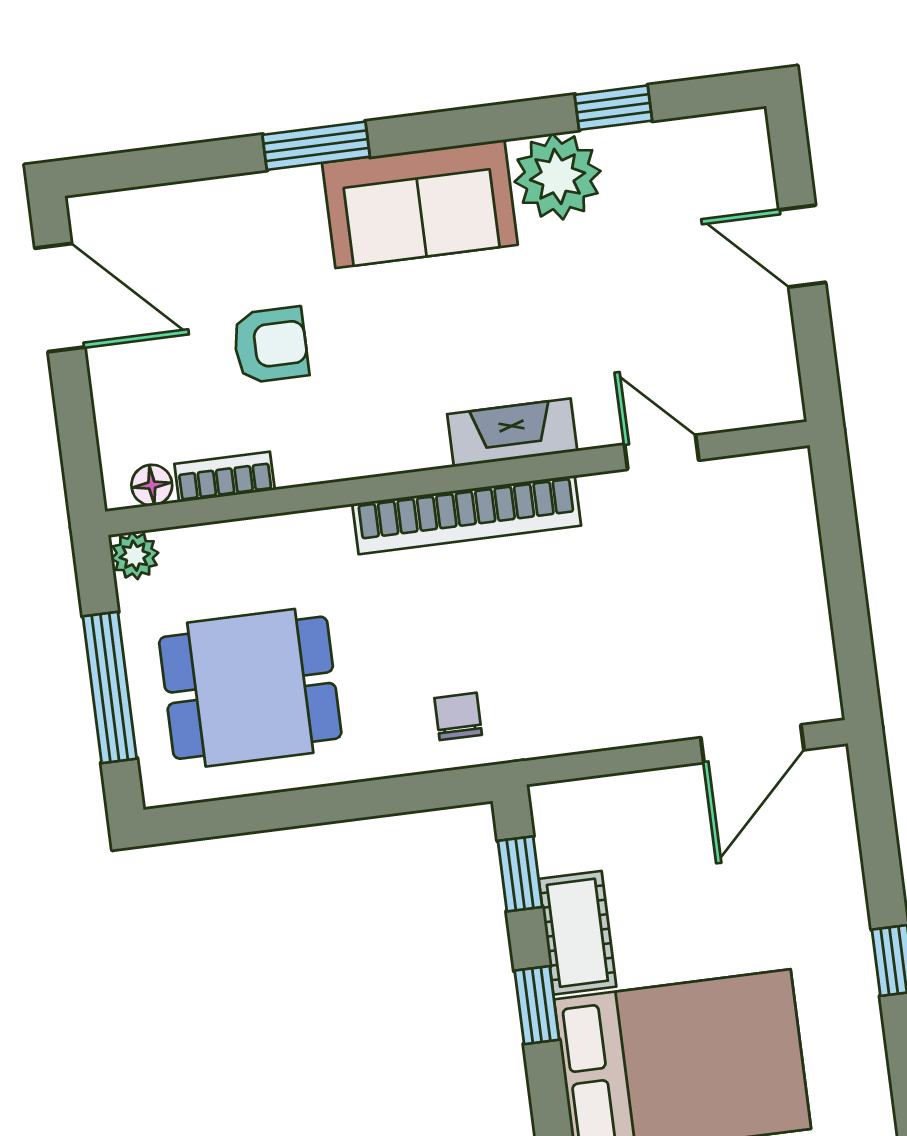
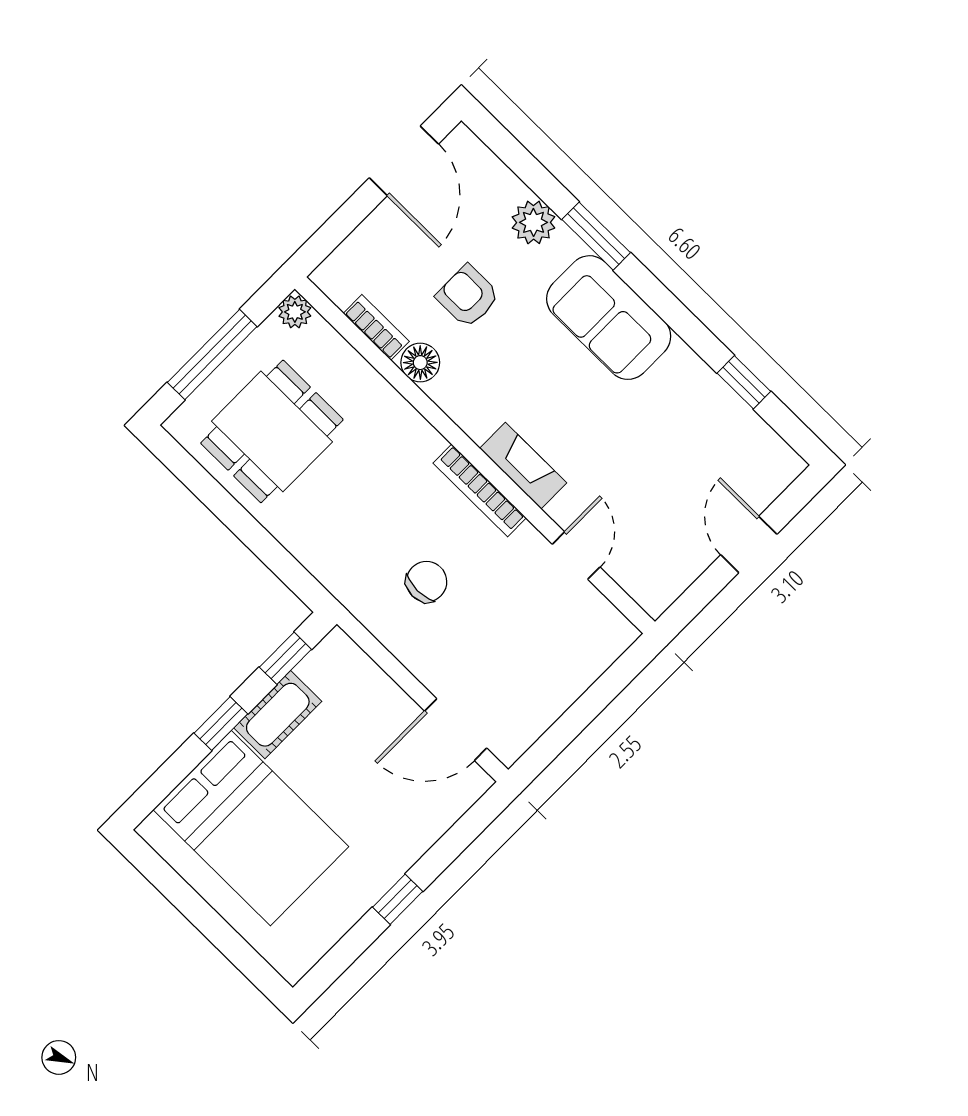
plant: (558, 176) -> (533, 222), moved, width x0.73, depth x0.73
armchair: (271, 345) -> (468, 296), turned 180
floor lamp: (152, 485) -> (420, 363), moved, width x1.37, depth x1.37
bookcase: (467, 515) -> (480, 490), width x0.68, depth x0.76
dining table: (250, 688) -> (272, 431), turned 90
chair: (458, 716) -> (427, 582), moved, width x1.37, depth x1.37

